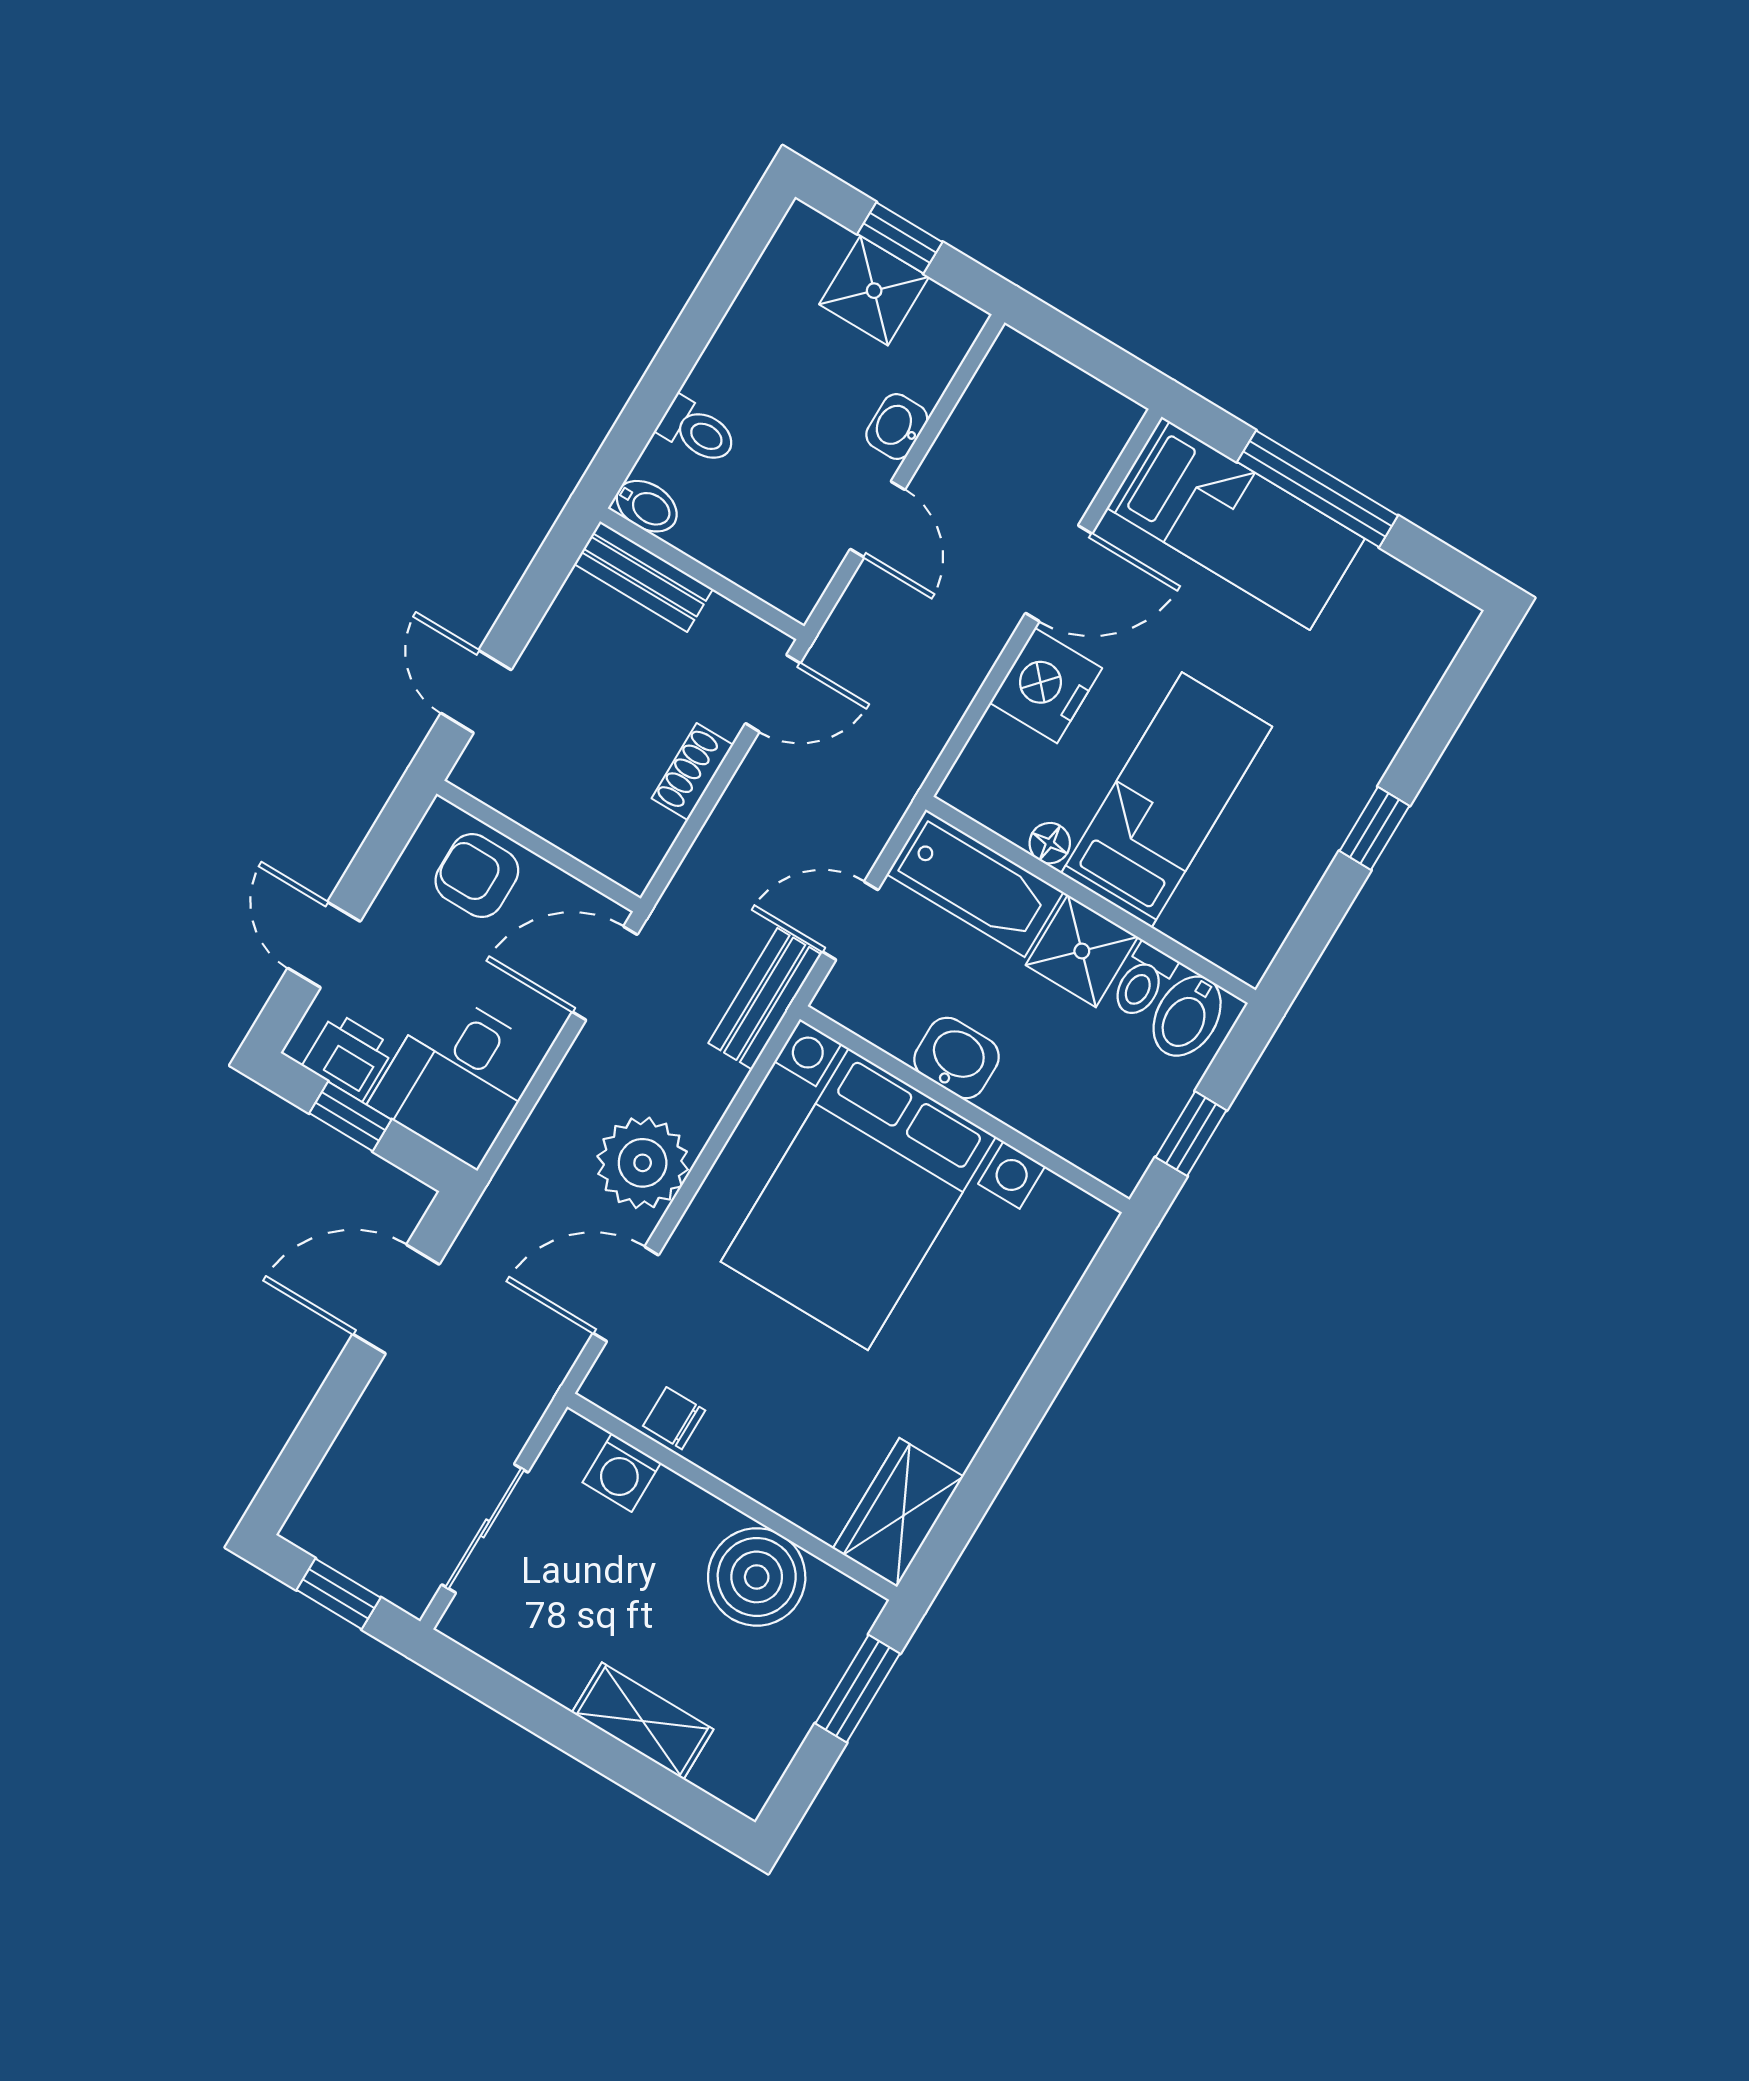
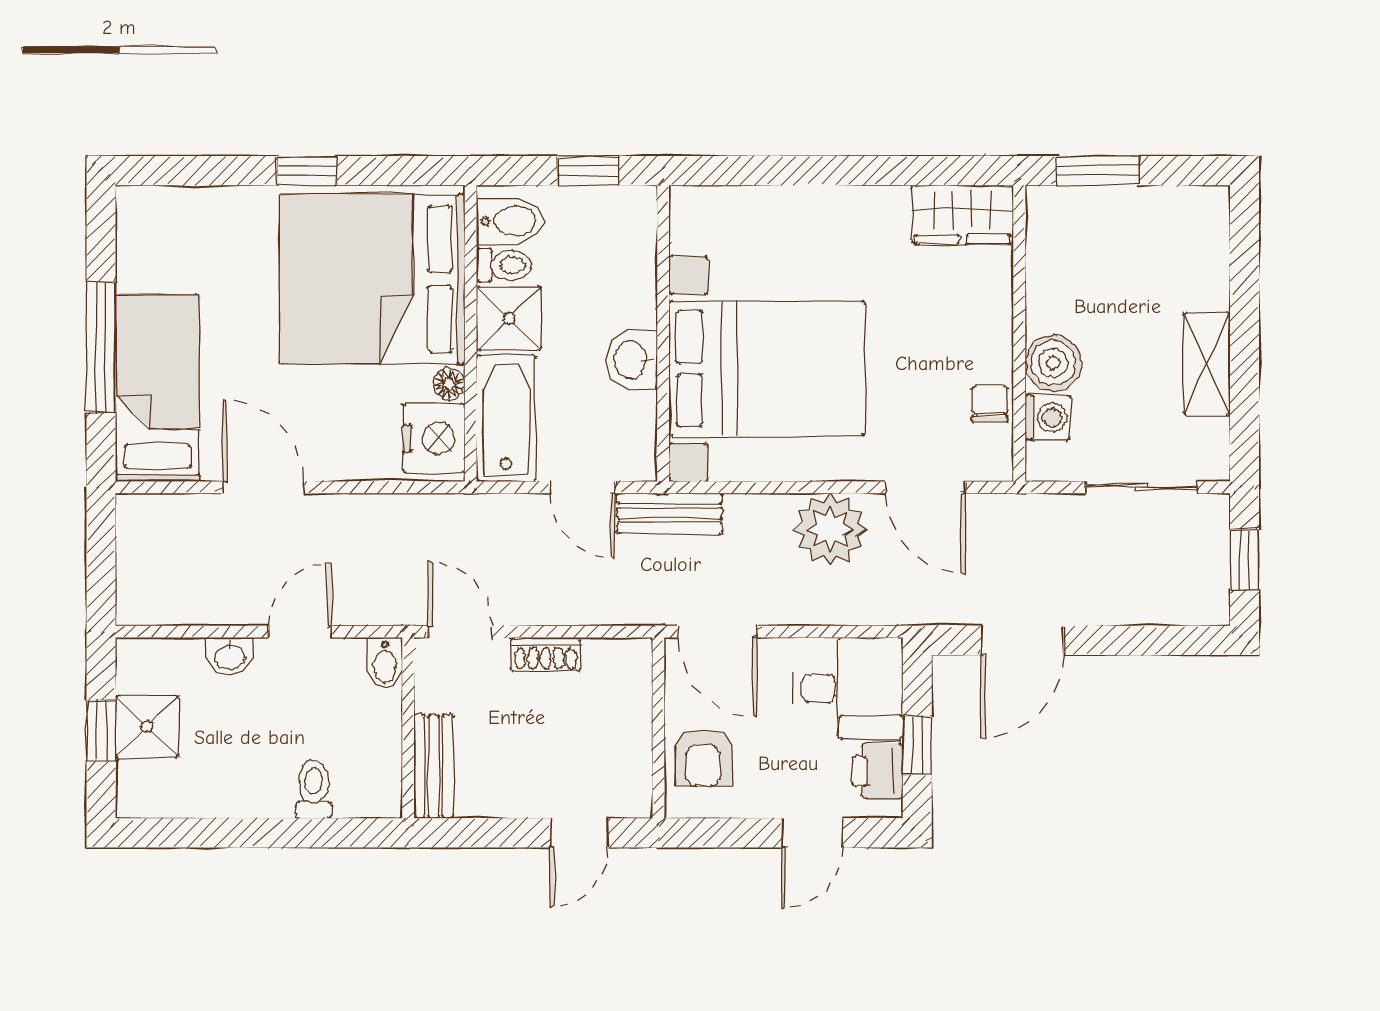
bidet: (647, 506) -> (385, 663), moved, turned 180
nightstand: (1046, 686) -> (434, 438), moved, turned -90
bed: (1167, 800) -> (372, 279), width x2.04
door: (396, 1299) -> (1022, 640), hinge flipped
chair: (674, 1418) -> (990, 404), turned 180
boiler: (757, 1577) -> (1053, 363), moved, width x0.73, depth x0.73
shelving: (643, 1721) -> (1207, 364), moved

